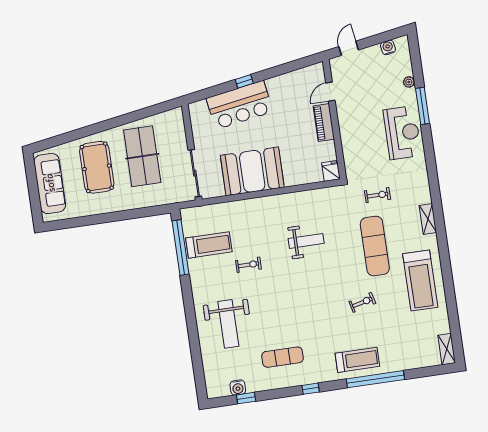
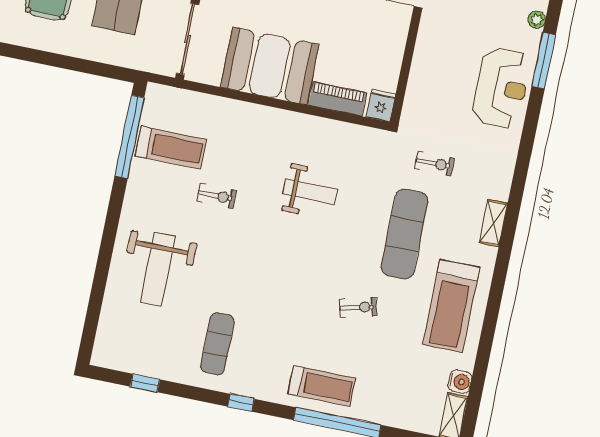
piano: (324, 123) -> (338, 99), moved, turned 90
exercise mat: (282, 357) -> (217, 344), turned 90
water cooler: (238, 387) -> (460, 382), moved, turned -90

